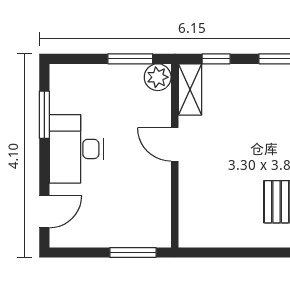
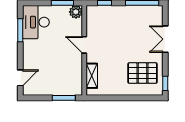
shelving: (190, 89) -> (92, 76), moved
desk: (76, 149) -> (36, 22), moved

